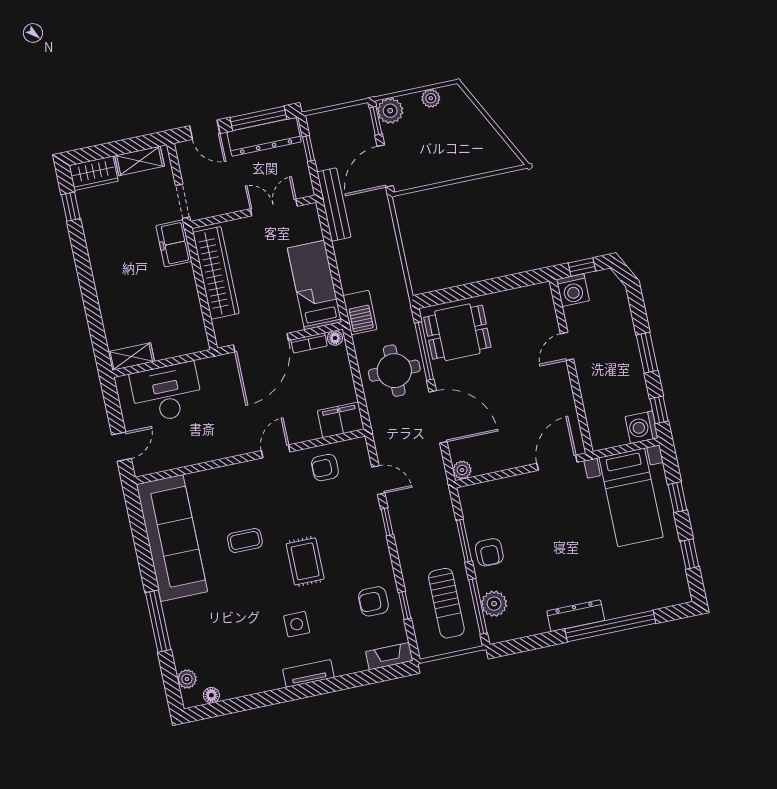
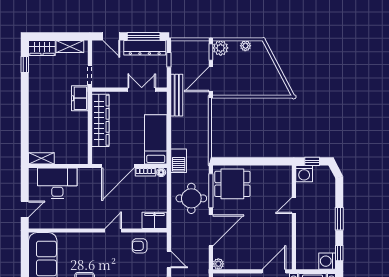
door: (438, 417) -> (211, 230), hinge flipped

